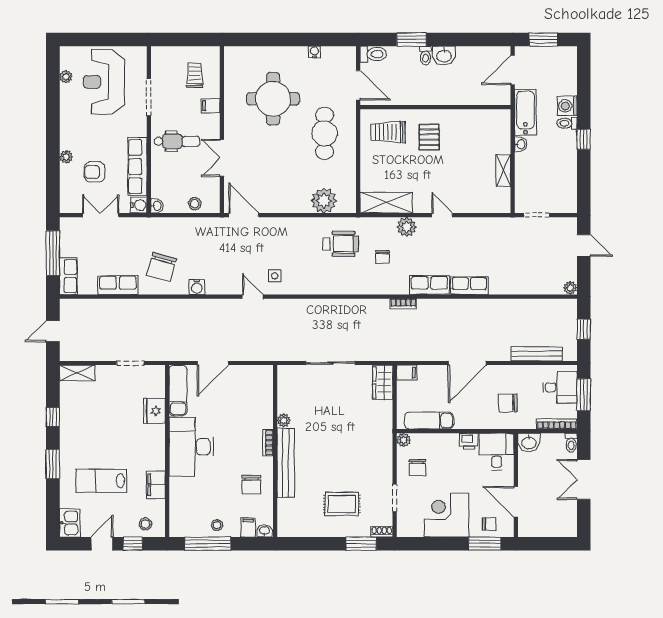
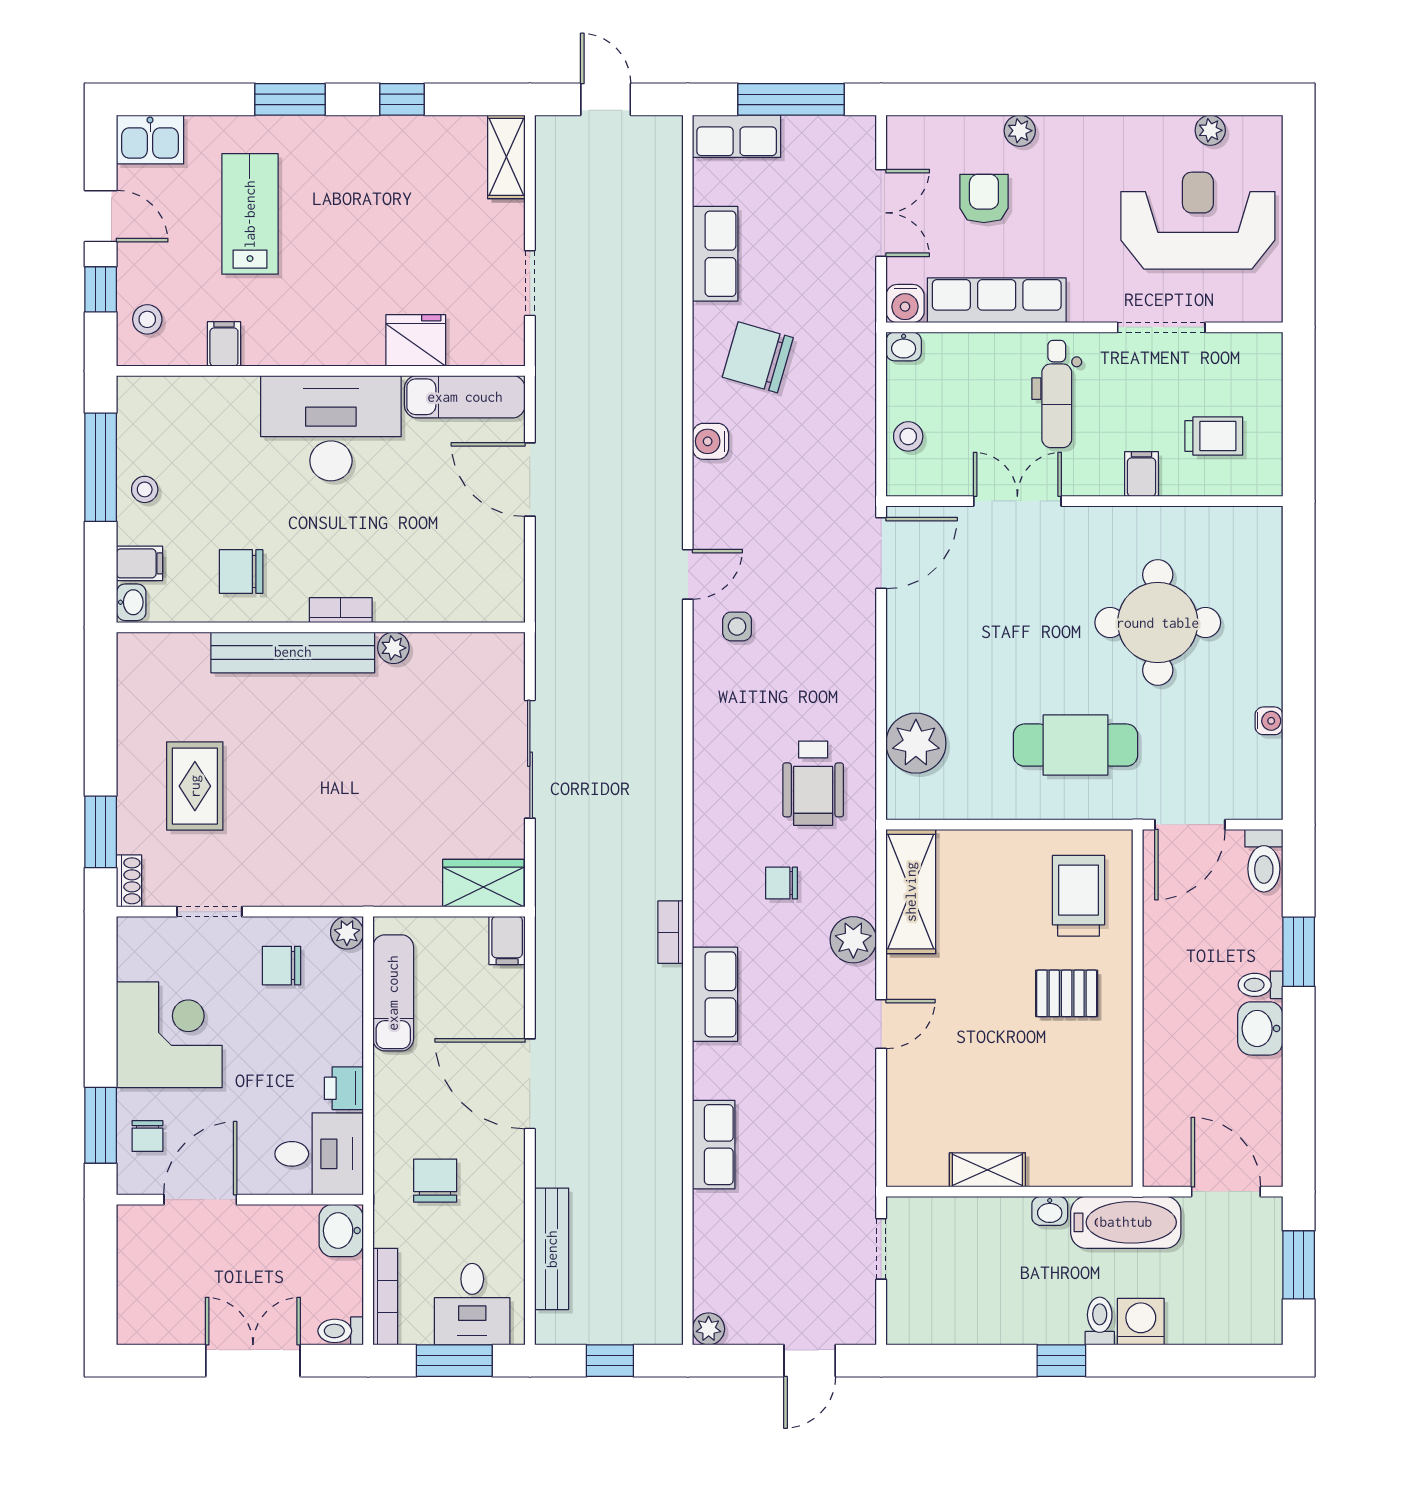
row of seats: (469, 286) -> (714, 1145), moved
filing cabinet: (156, 485) -> (224, 344), width x0.50

